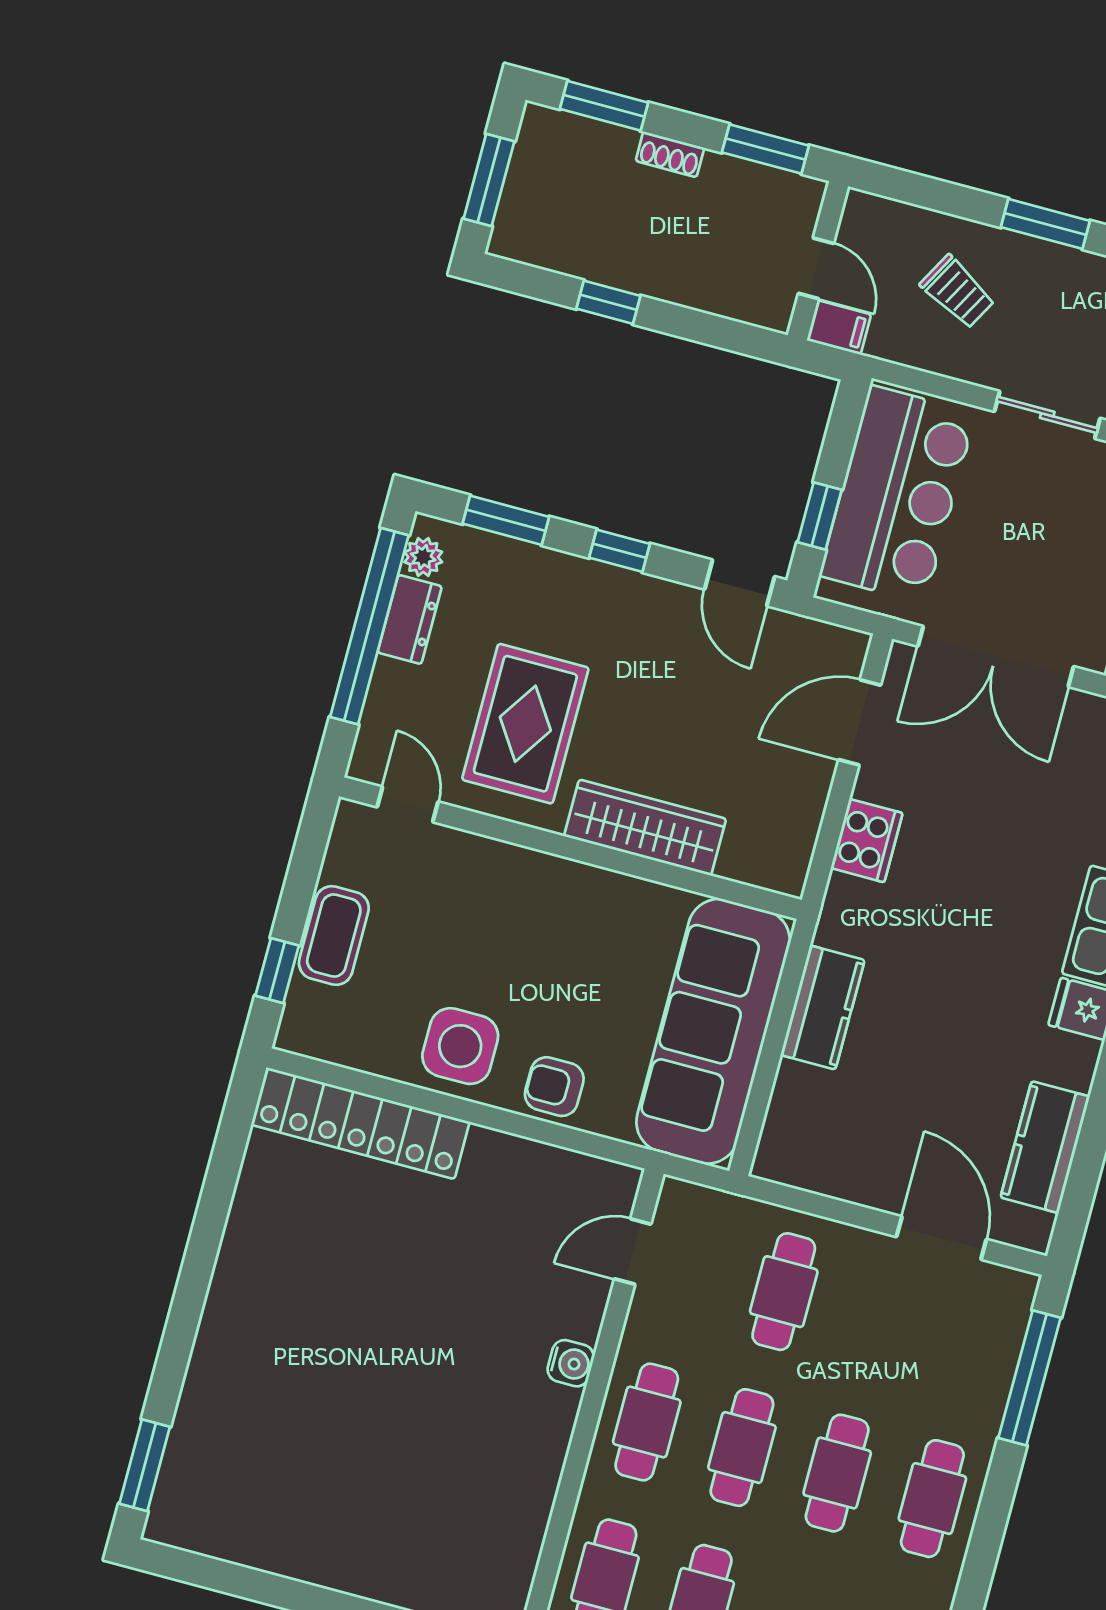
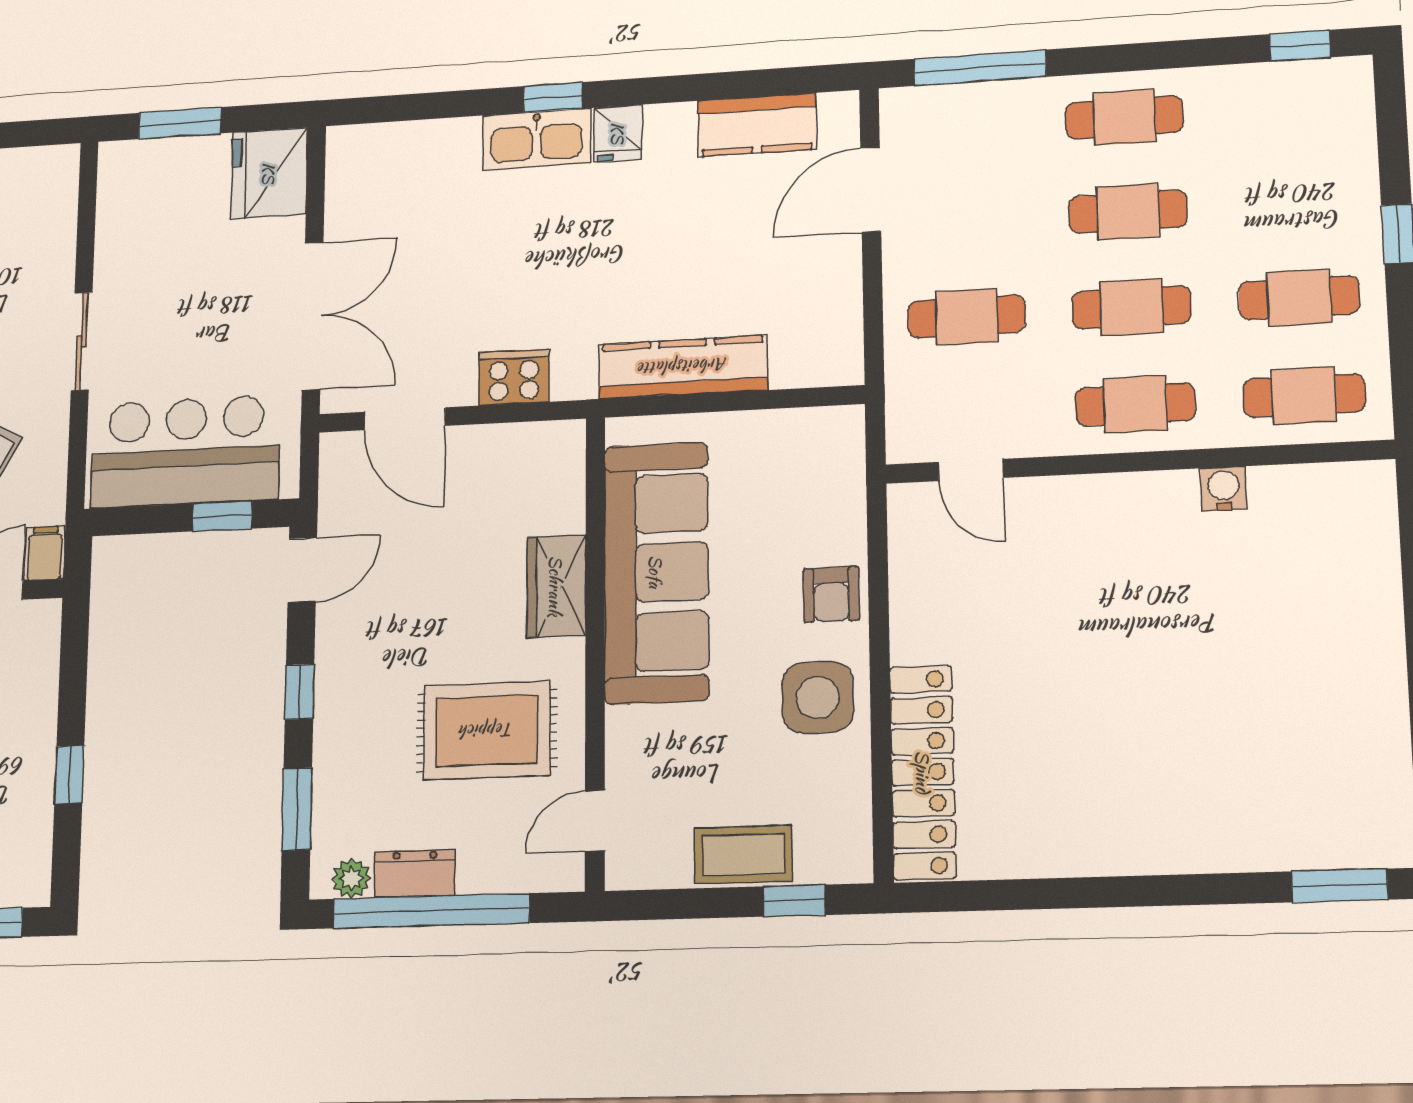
wardrobe: (645, 828) -> (556, 586), width x0.67
kitchen counter: (823, 1007) -> (683, 367), width x1.50
sofa: (713, 1031) -> (656, 572), moved, turned -90
water cooler: (571, 1363) -> (1224, 489), moved

